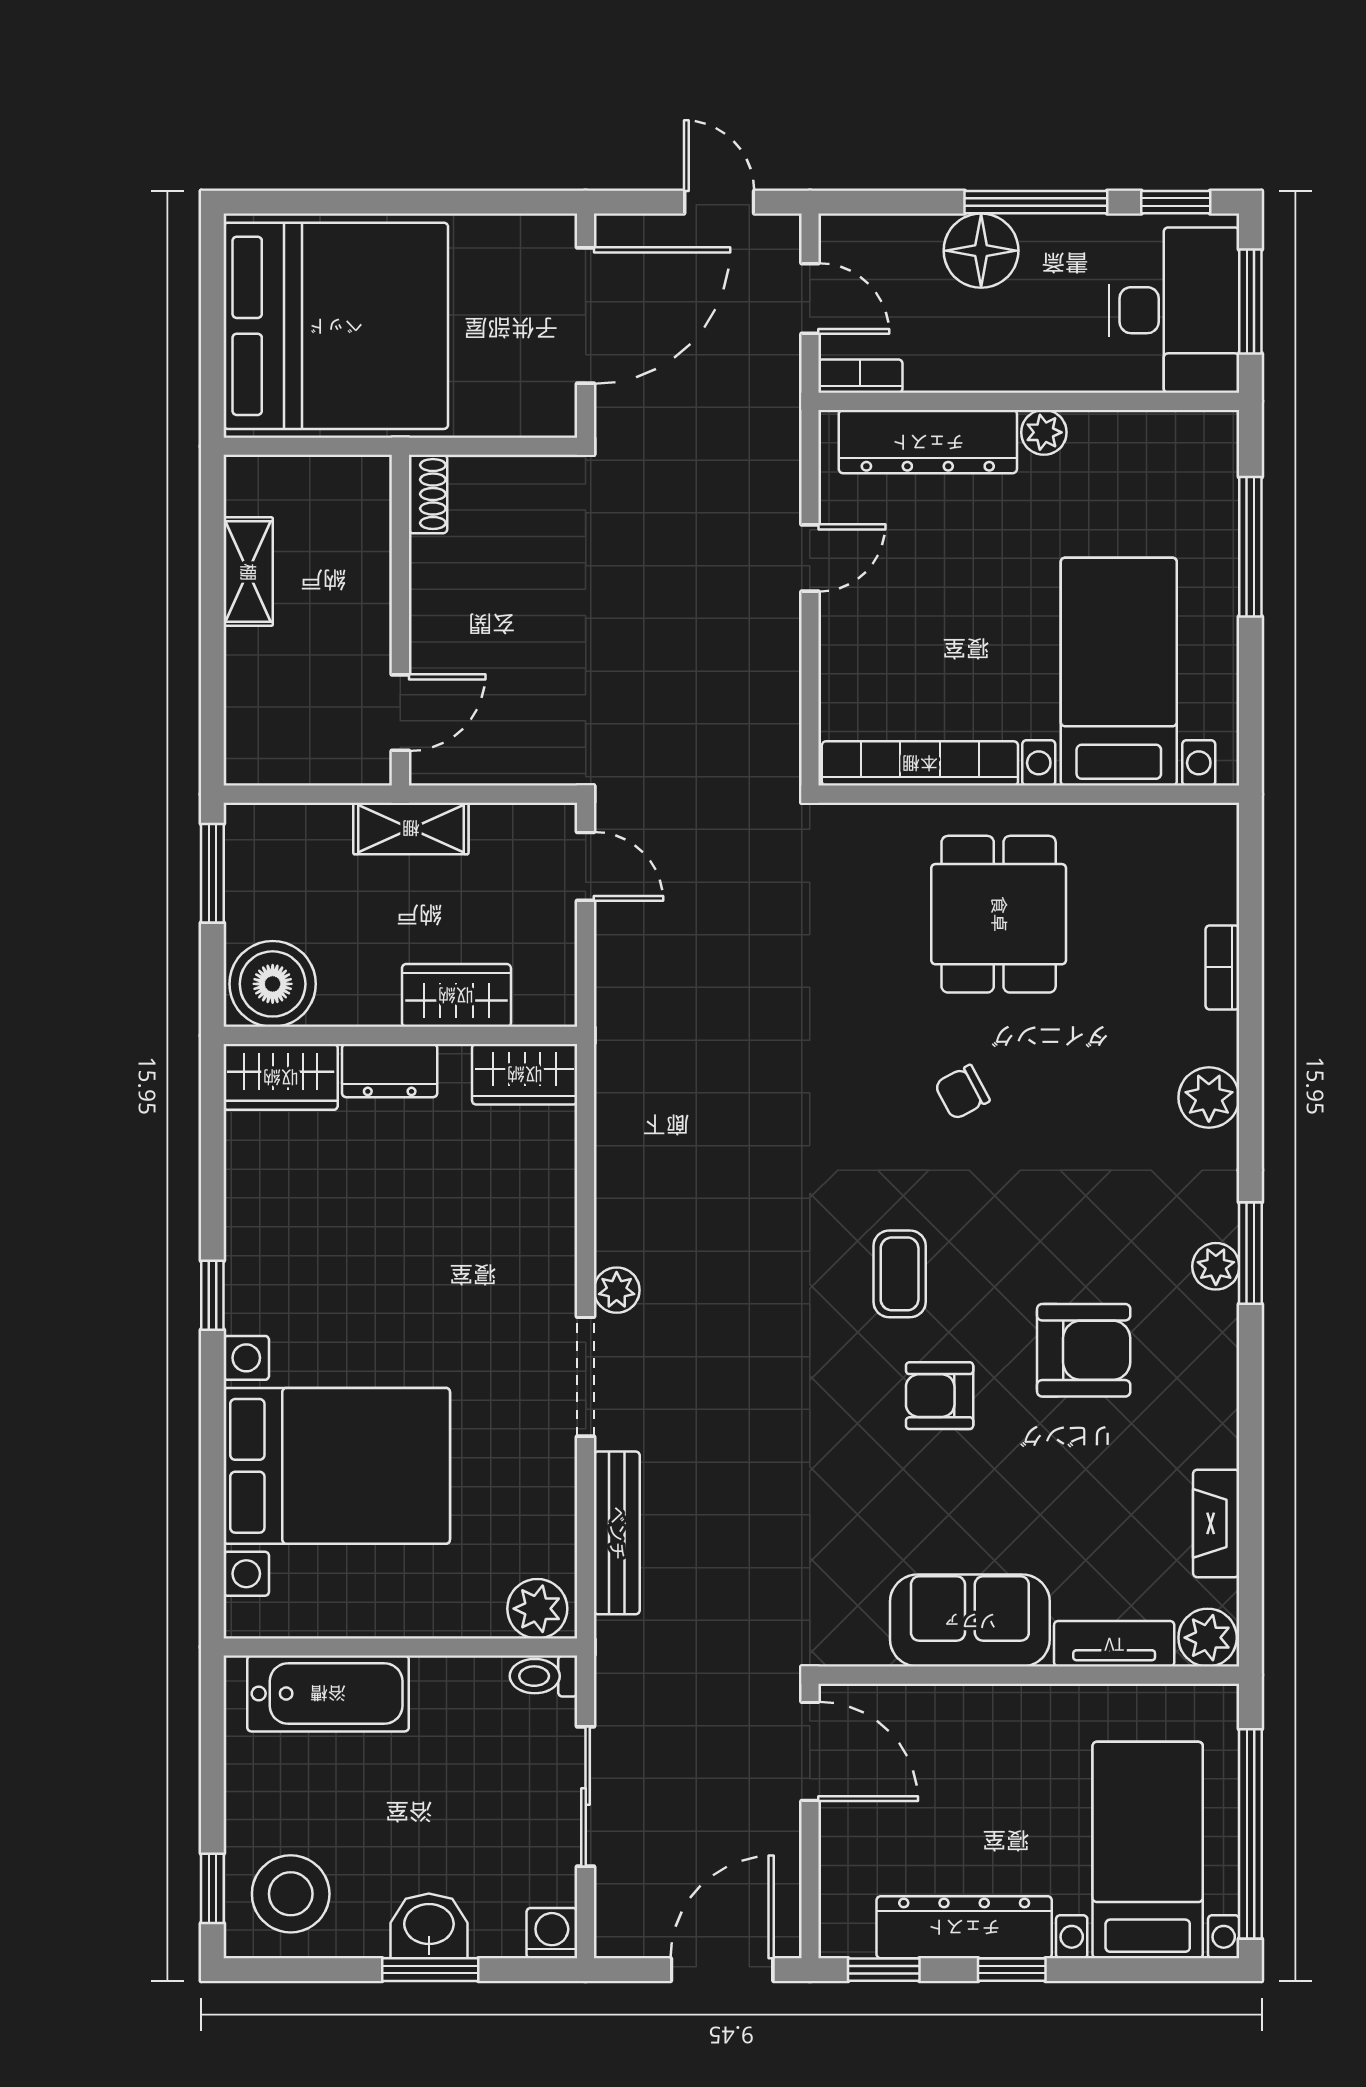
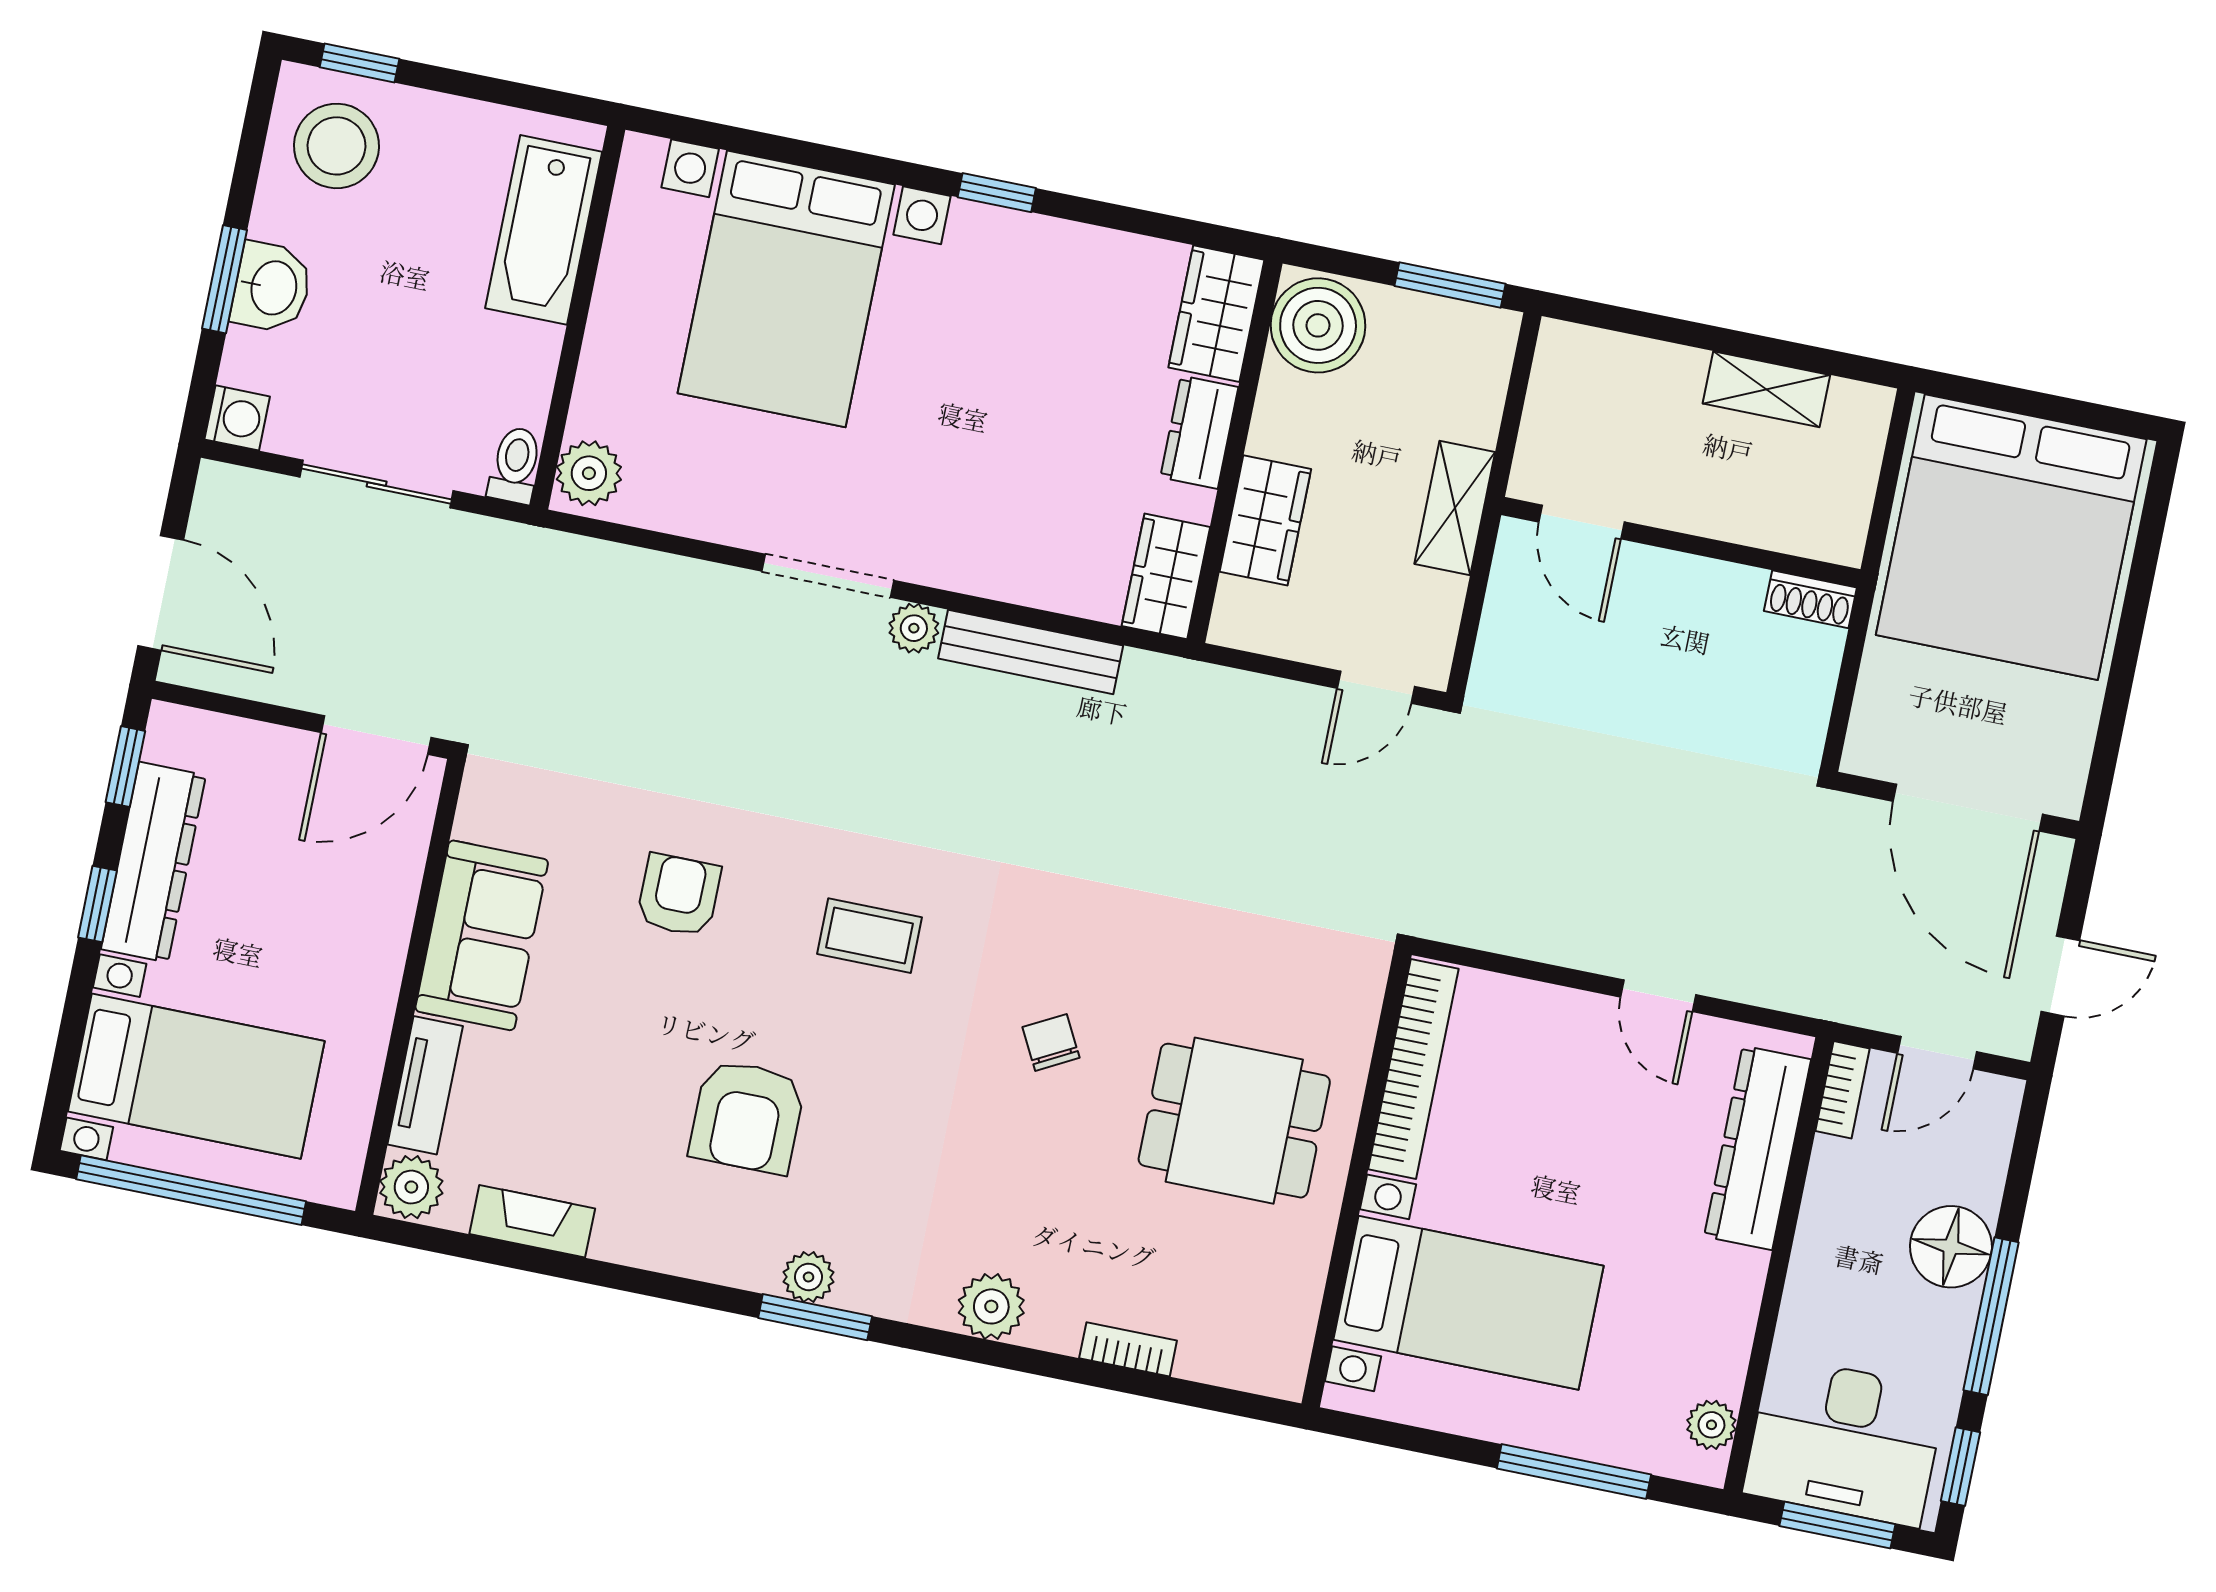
plant: (1044, 432) -> (1711, 1425), moved
armchair: (940, 1396) -> (679, 895), moved
bench: (617, 1533) -> (1031, 652), moved

